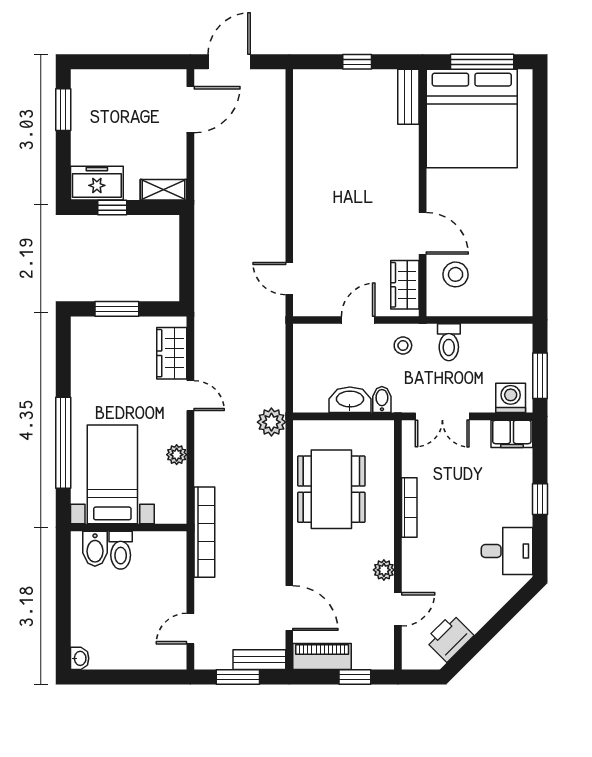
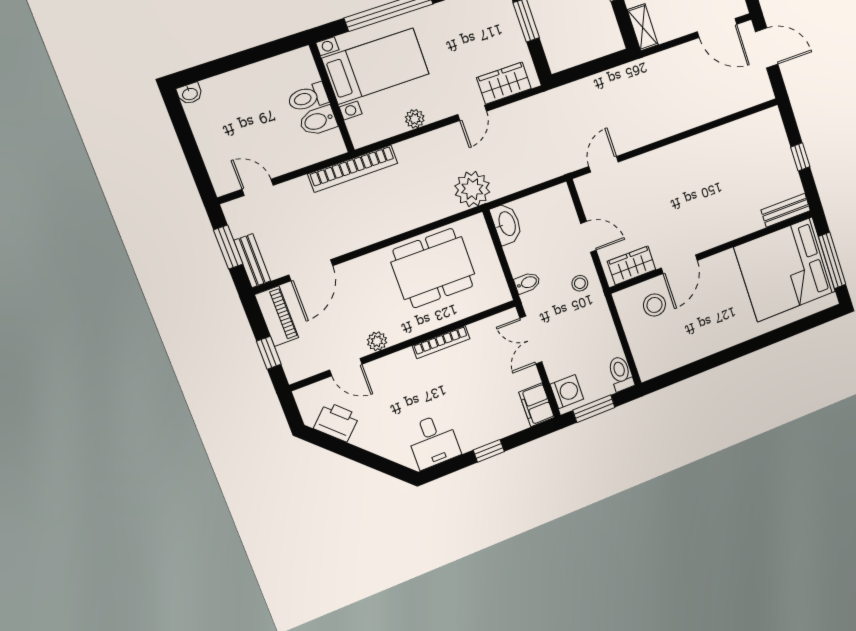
toilet: (449, 342) -> (621, 374), moved, turned 90
washbasin: (350, 400) -> (507, 224), moved
plant: (271, 422) -> (472, 189), width x1.36, depth x1.36
bidet: (95, 549) -> (318, 121), moved

